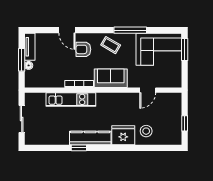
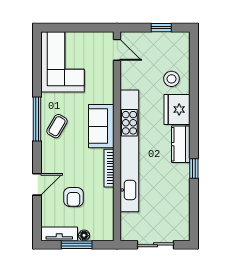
window: (130, 30) -> (37, 119), moved
armchair: (83, 49) -> (74, 197), moved
window: (185, 50) -> (63, 28), removed
door: (148, 90) -> (117, 50), moved
kitchen unit: (71, 99) -> (129, 151), width x1.86
kitchen counter: (90, 138) -> (181, 144), width x0.67

